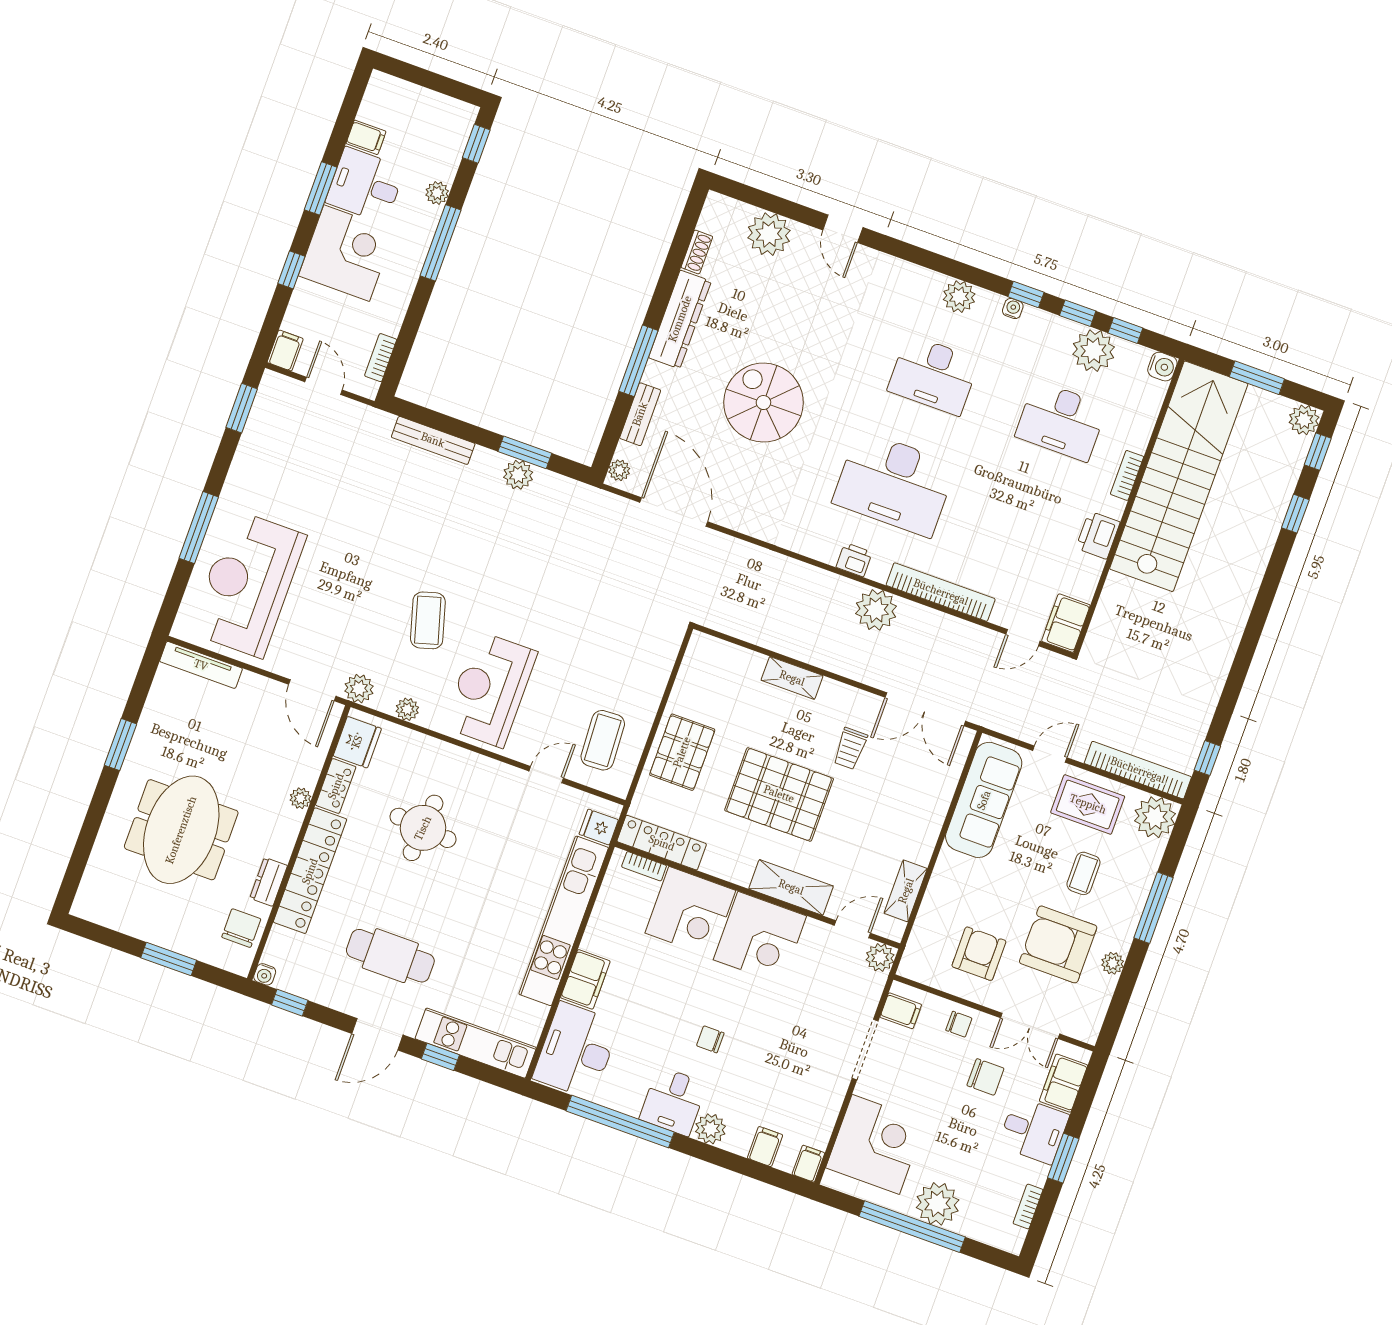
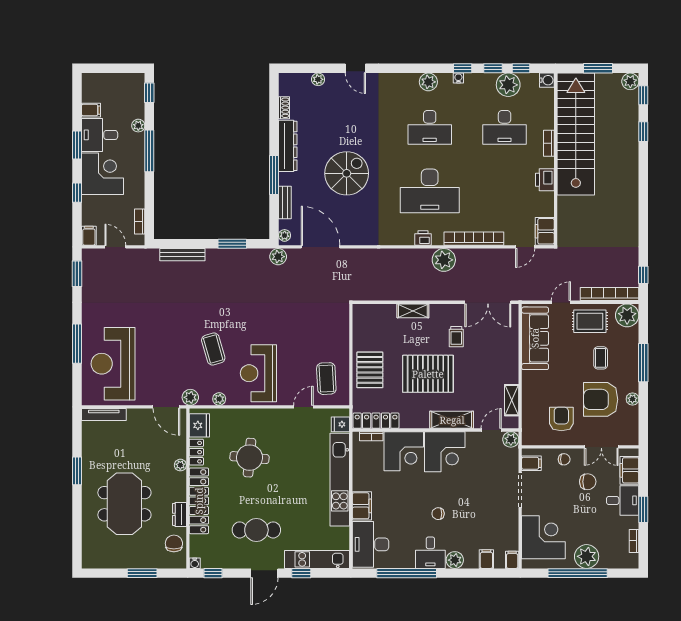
plant: (769, 234) -> (318, 79), width x0.53, depth x0.53
spiral stairs: (763, 403) -> (347, 173), turned 90
plant: (518, 475) -> (278, 257), moved

